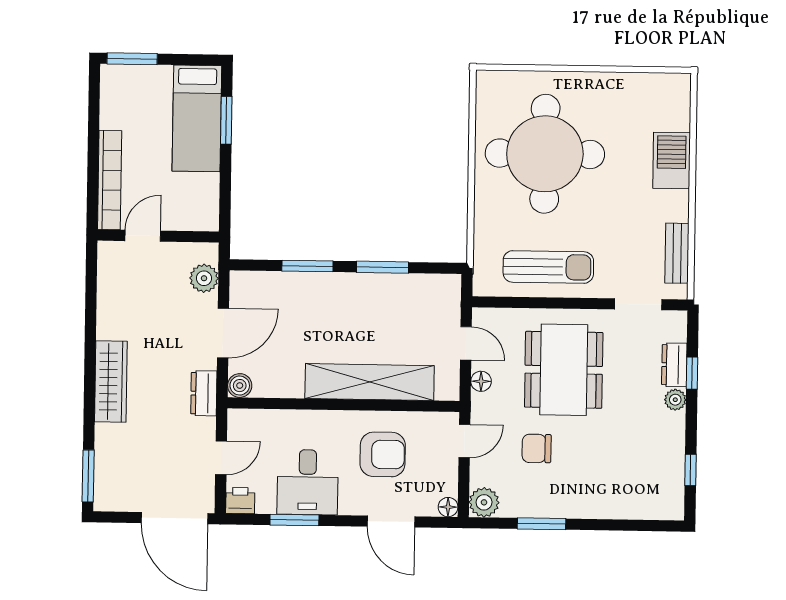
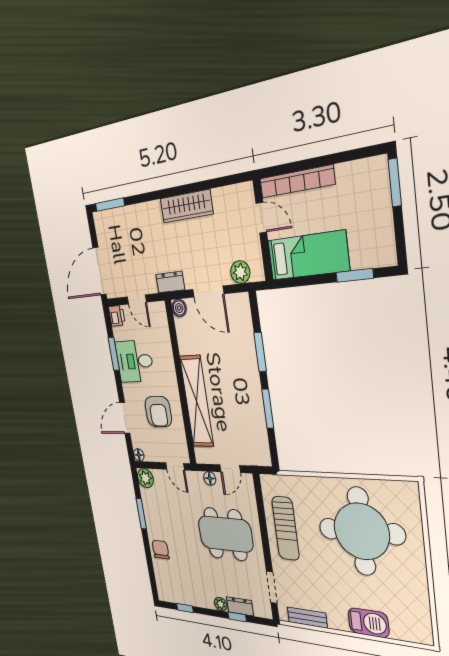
bed: (197, 118) -> (308, 255), moved, turned 180
wardrobe: (111, 381) -> (186, 206), moved
chair: (537, 448) -> (161, 550), moved

